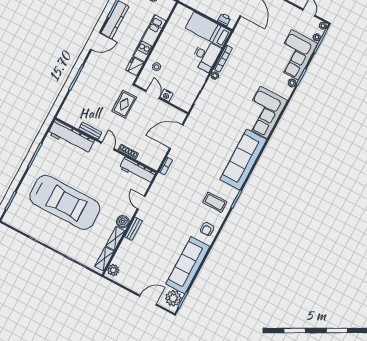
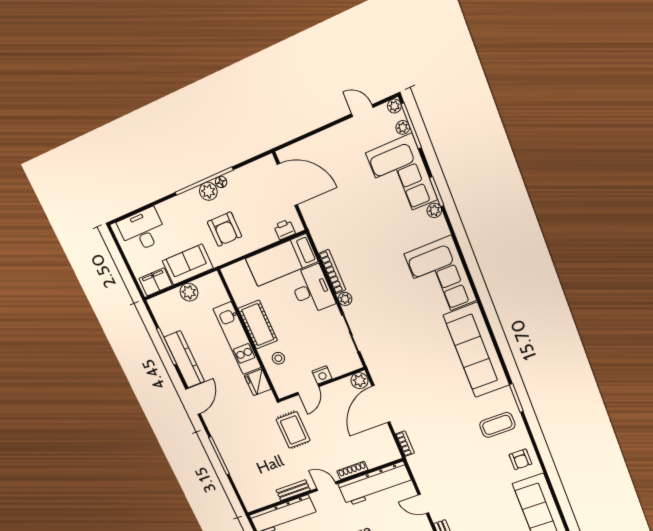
cot: (165, 43) -> (258, 325), added
door: (153, 95) -> (308, 390), swing flipped
plant: (179, 116) -> (360, 381), added
workbench: (137, 170) -> (375, 484), width x1.36, depth x1.32

